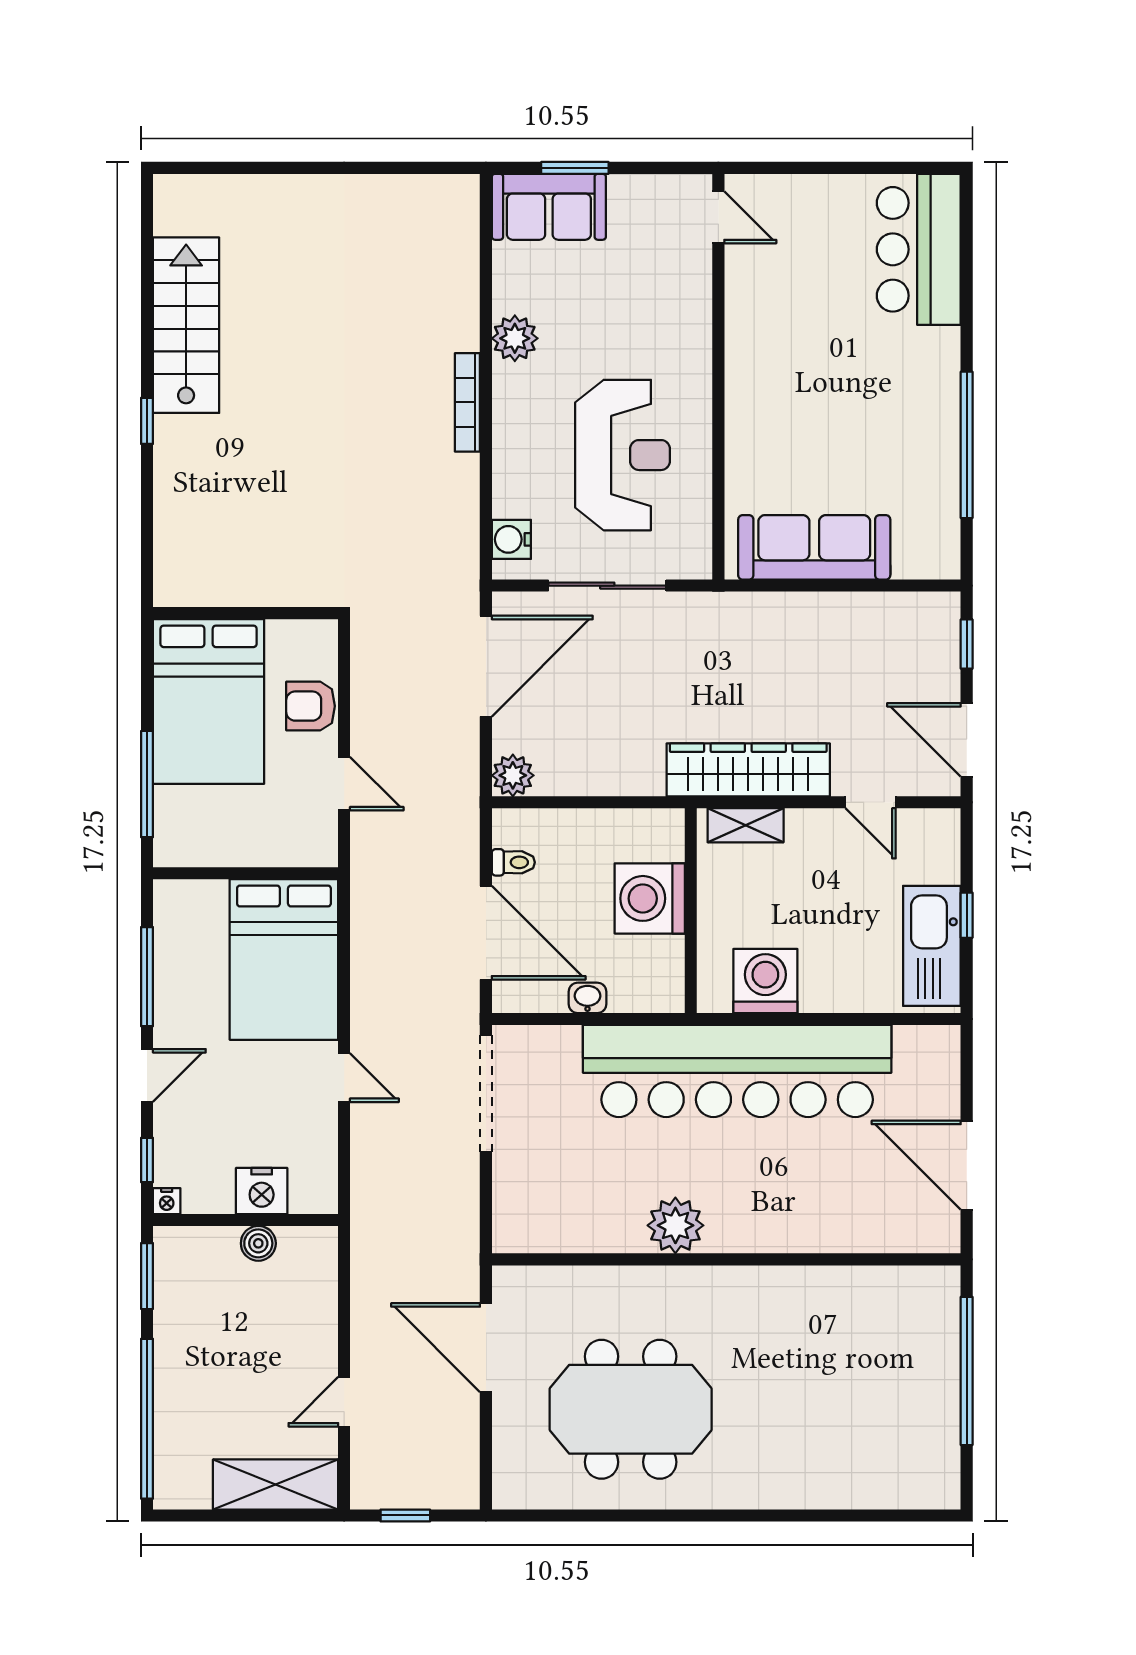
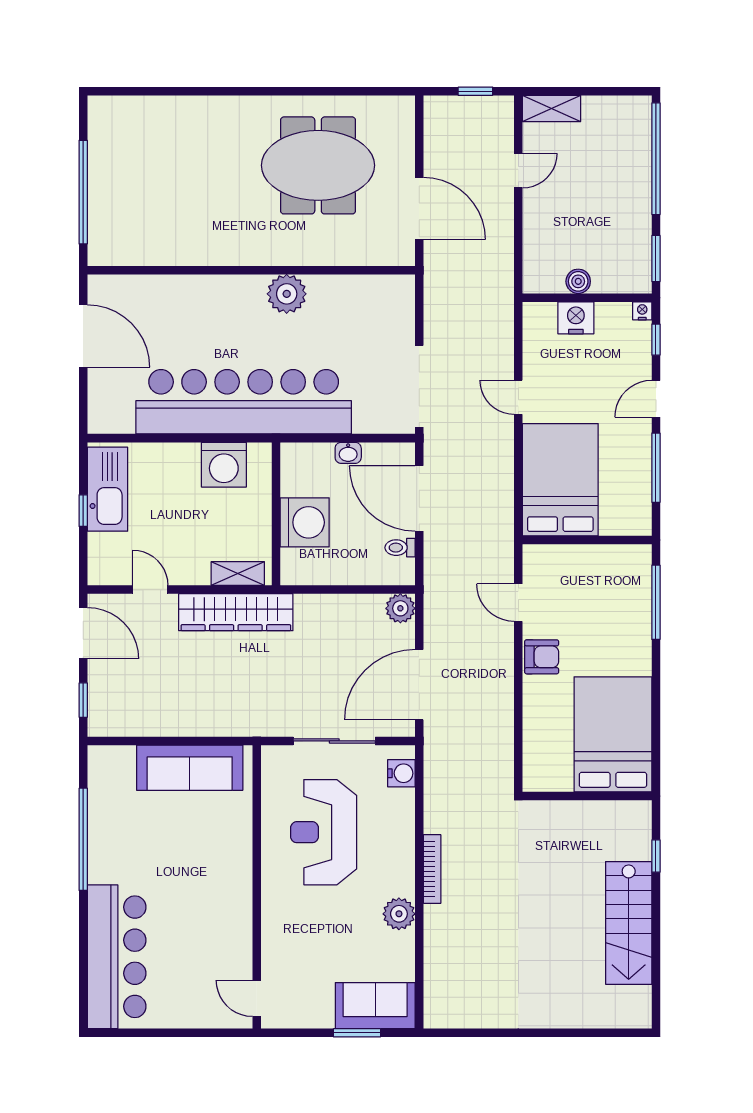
bar counter: (919, 249) -> (117, 957), width x1.36
wall: (246, 613) -> (587, 796), moved
bed: (209, 701) -> (613, 734), moved
shelving: (276, 1485) -> (552, 108), width x0.67, depth x0.75

